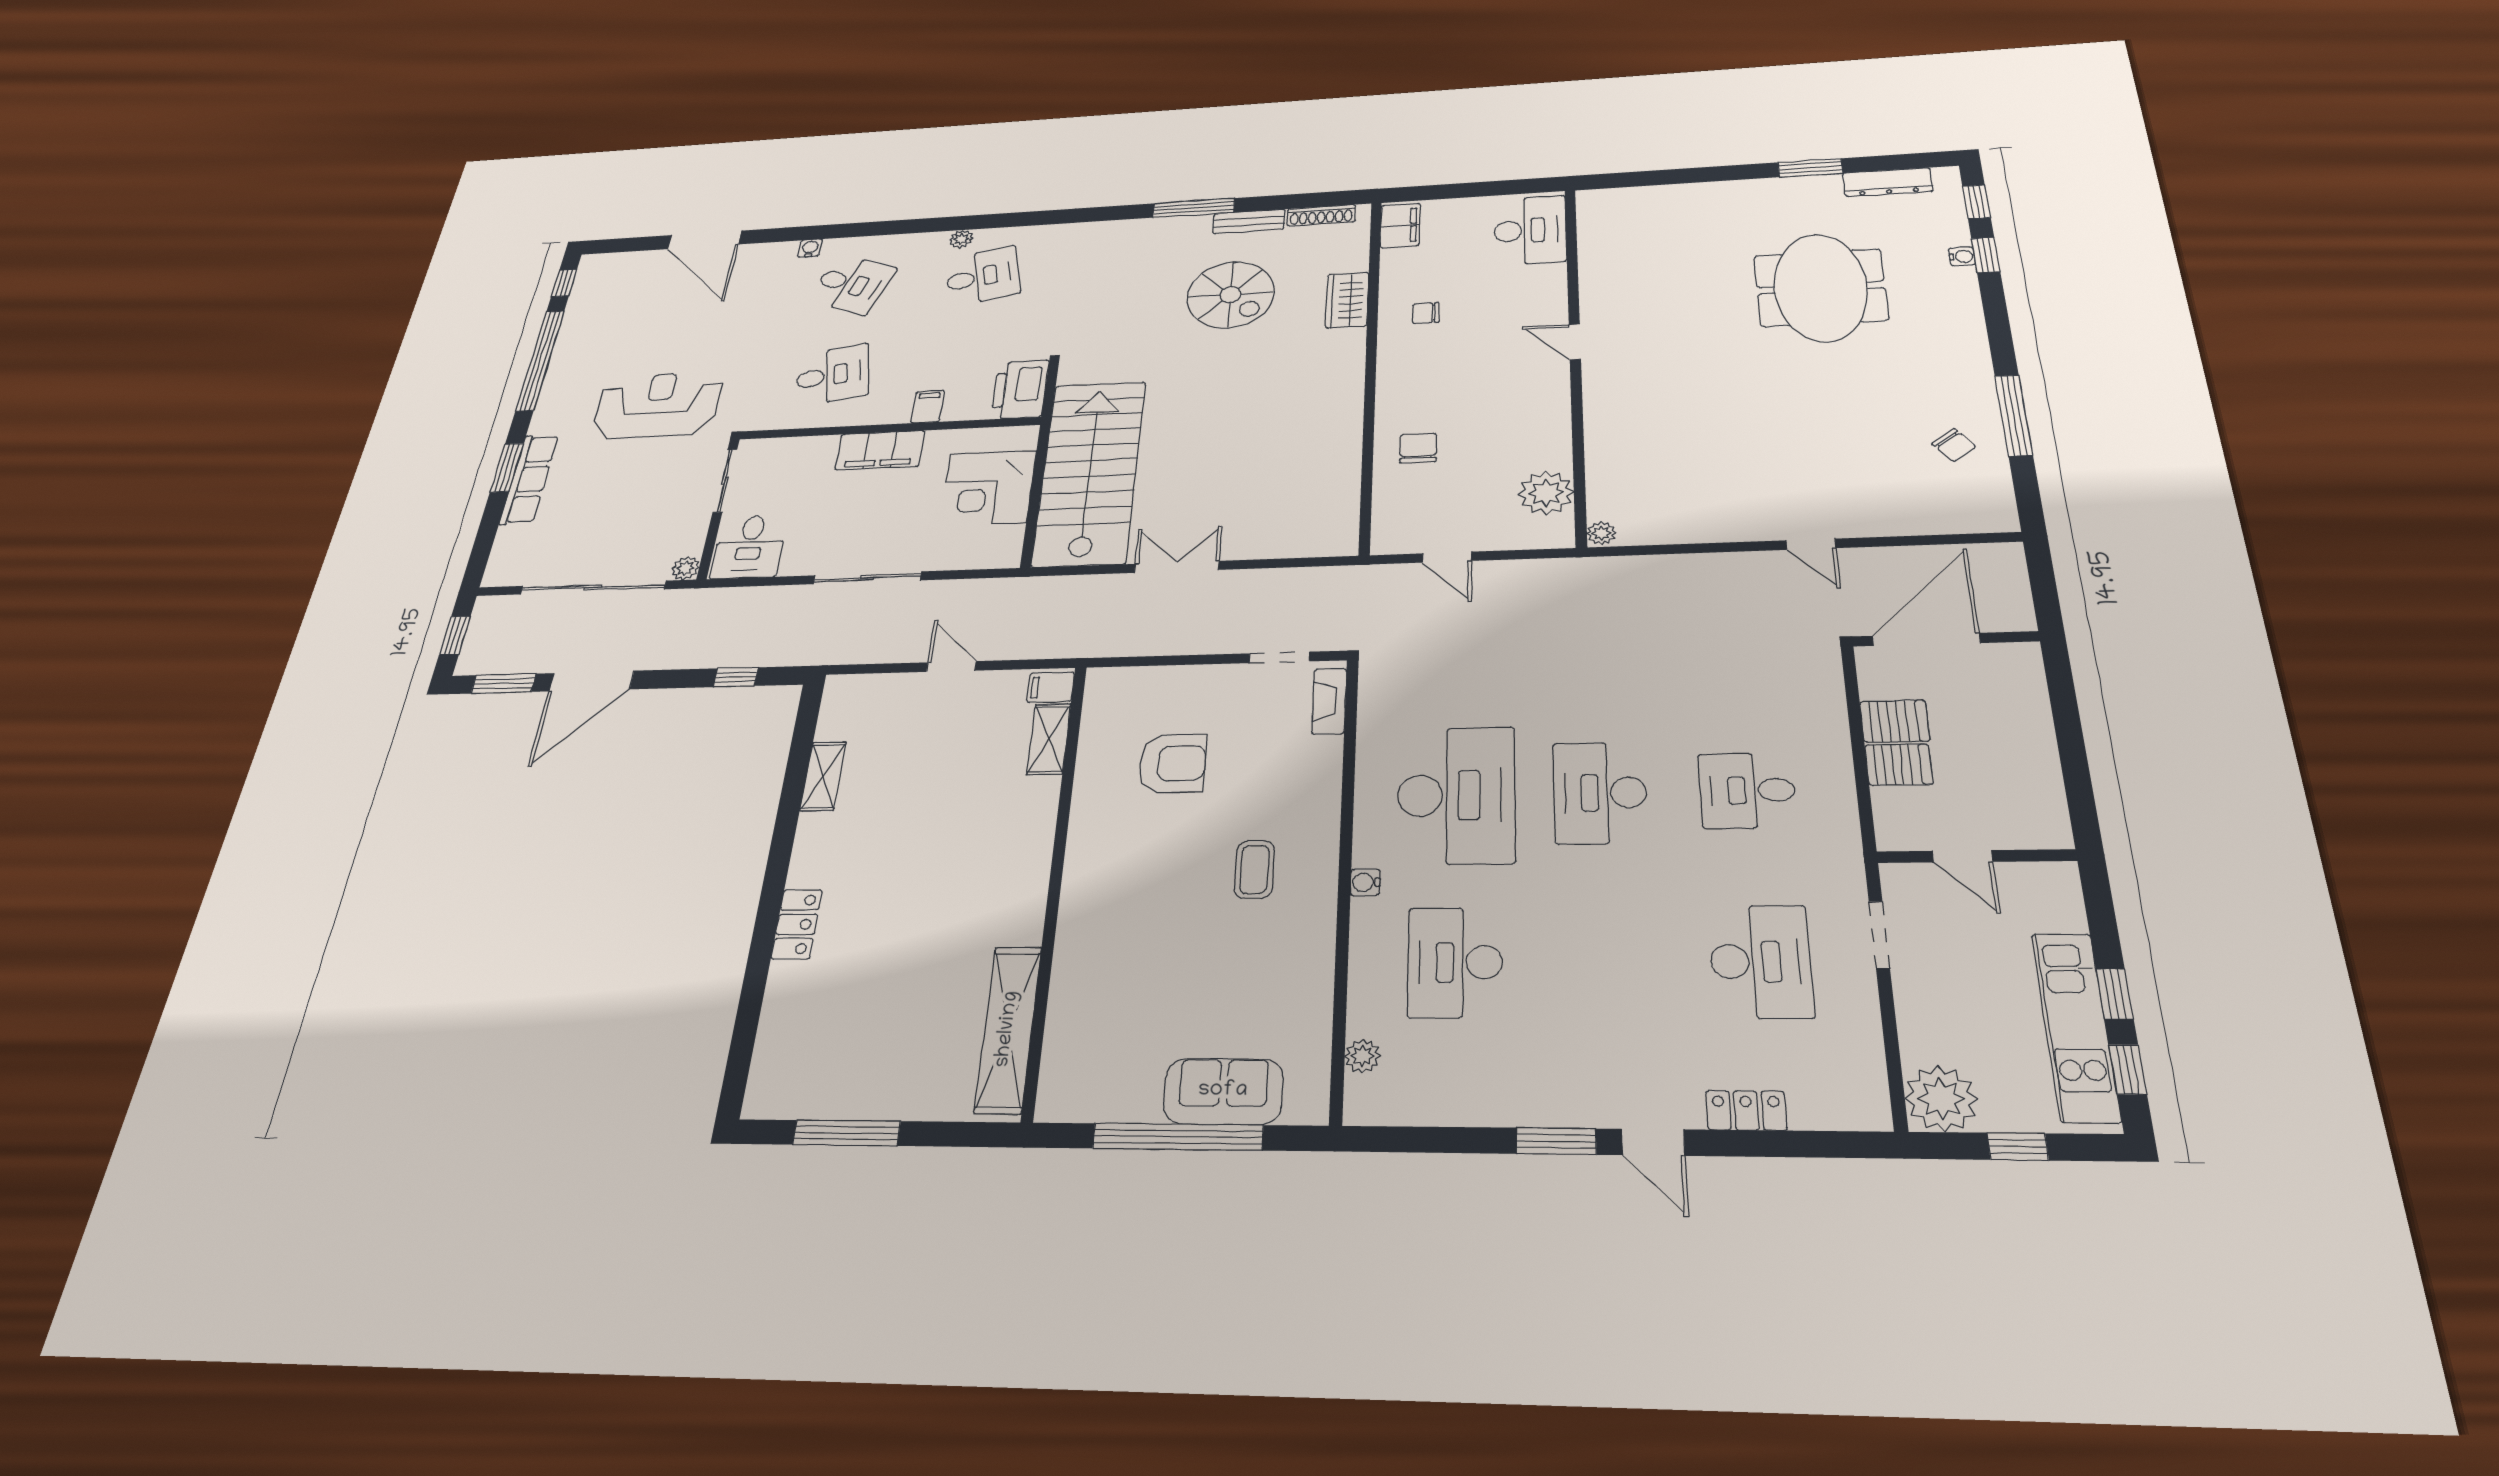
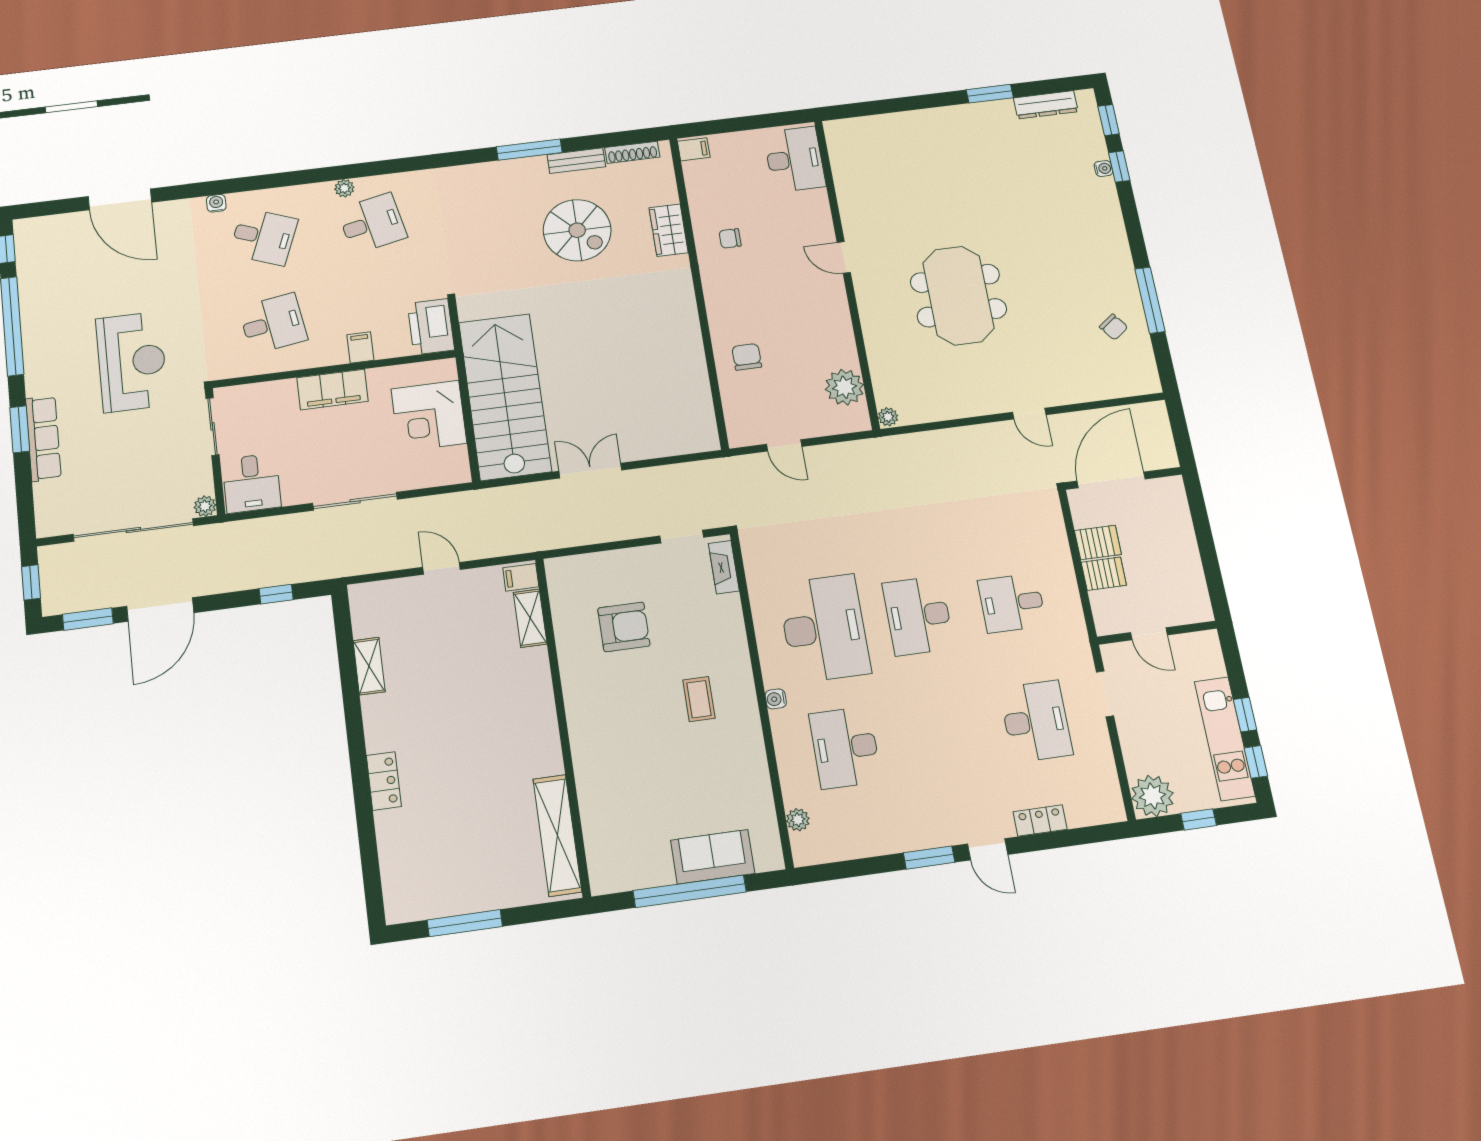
filing cabinet: (1400, 225) -> (694, 149), width x0.50
meeting table: (1821, 288) -> (958, 296), moved
reception desk: (658, 405) -> (132, 362), turned 90

